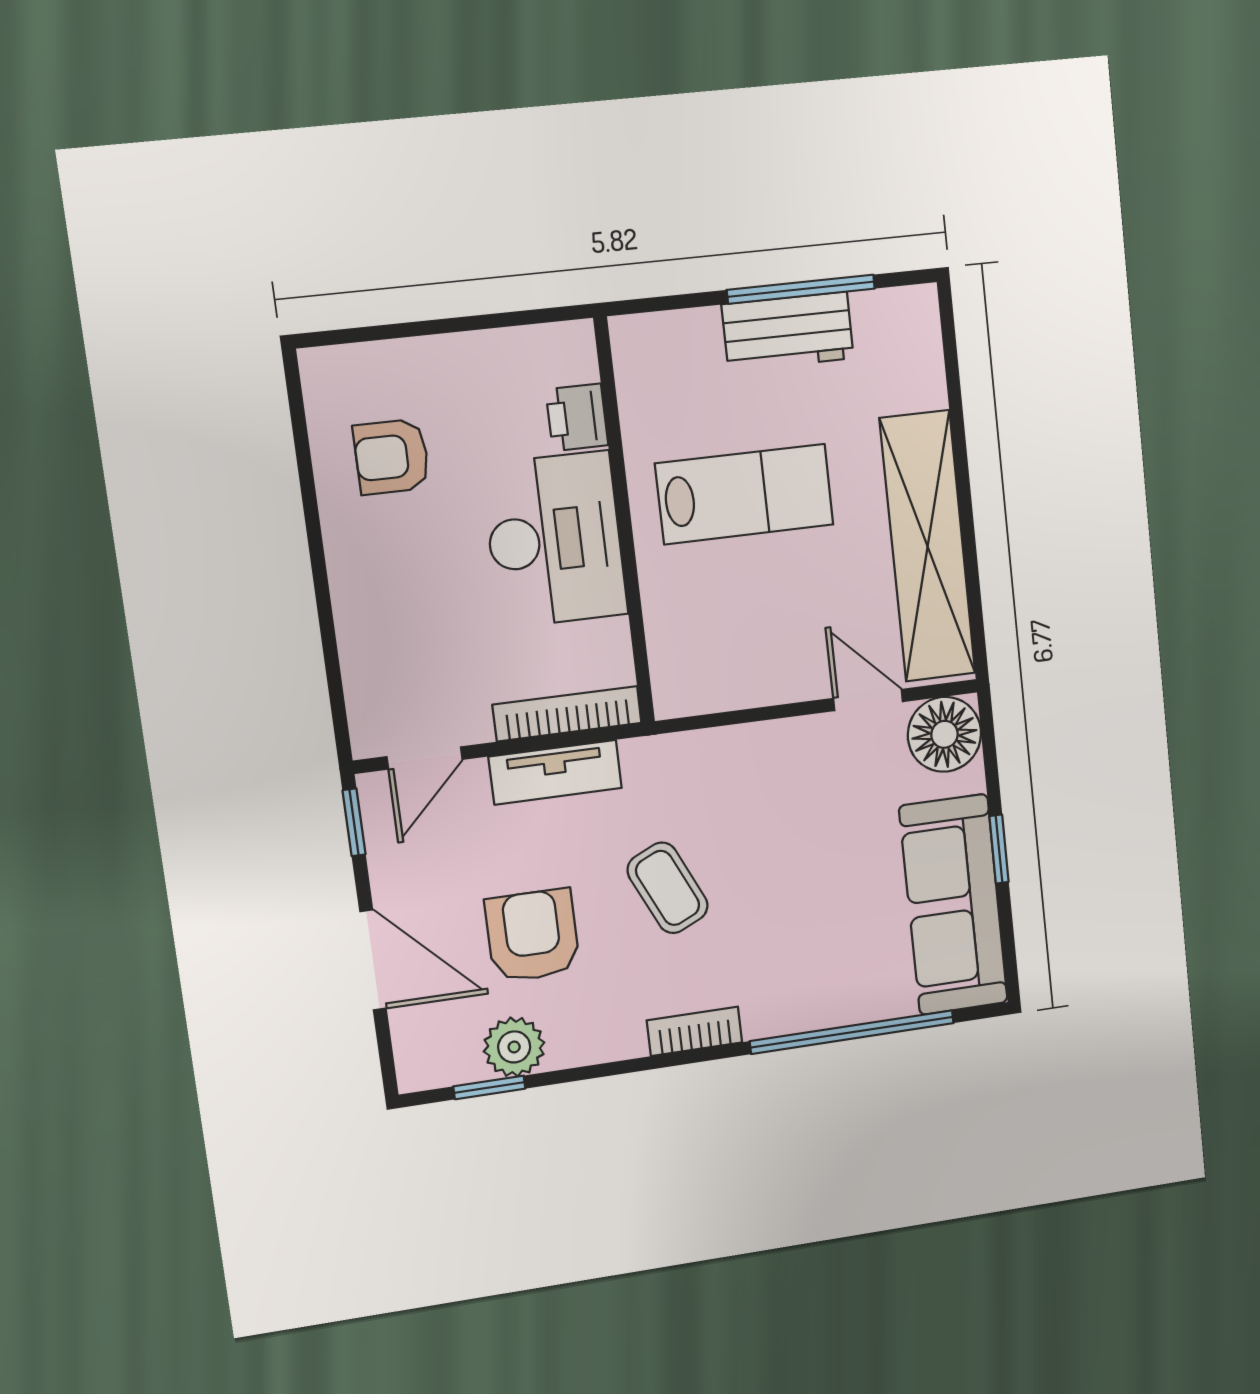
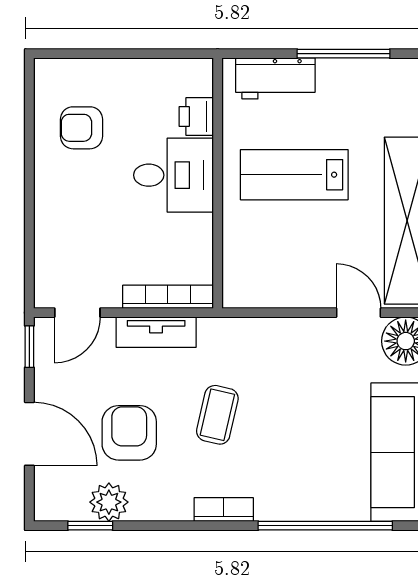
workbench: (788, 331) -> (275, 78), moved
lab bench: (745, 494) -> (294, 175), turned 180
desk: (555, 540) -> (173, 175), width x0.73
coffee table: (668, 888) -> (217, 415), turned 38

